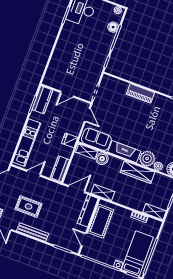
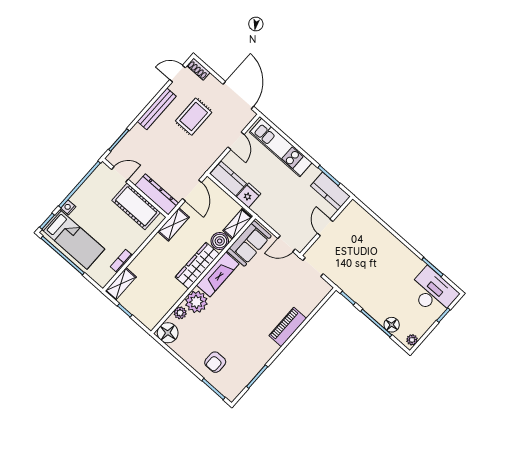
fridge: (70, 140) -> (249, 195), moved
wardrobe: (137, 172) -> (197, 266), moved

